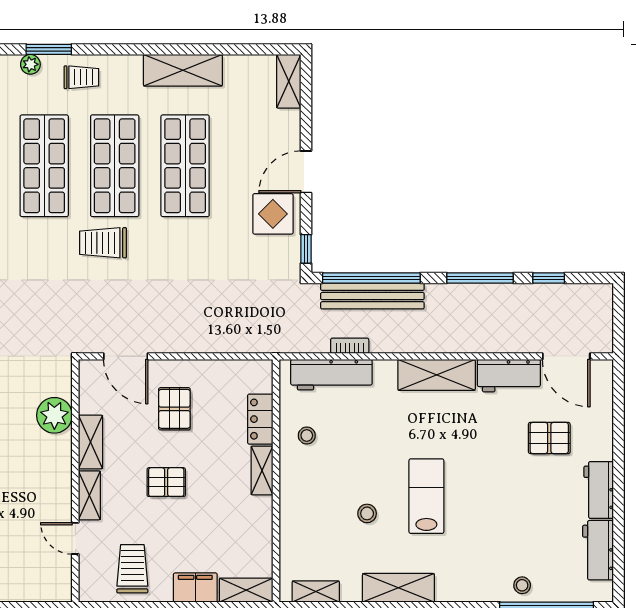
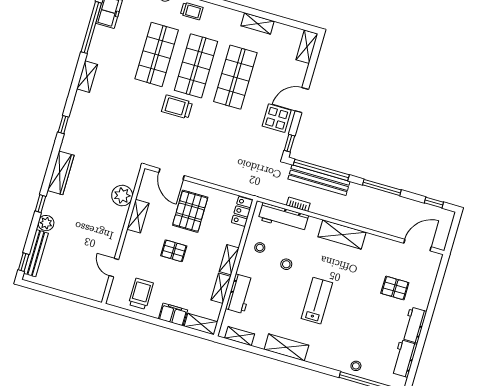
shelving: (183, 70) -> (257, 23), width x0.67, depth x0.75
window: (549, 278) -> (434, 202), moved
door: (566, 356) -> (417, 245), swing flipped
workbench: (509, 376) -> (240, 294), moved, turned -90
pallet: (174, 409) -> (190, 211), width x1.50, depth x1.42
locker: (260, 419) -> (242, 211), moved
shelving: (89, 495) -> (221, 288), moved
stool: (367, 513) -> (286, 264), moved

